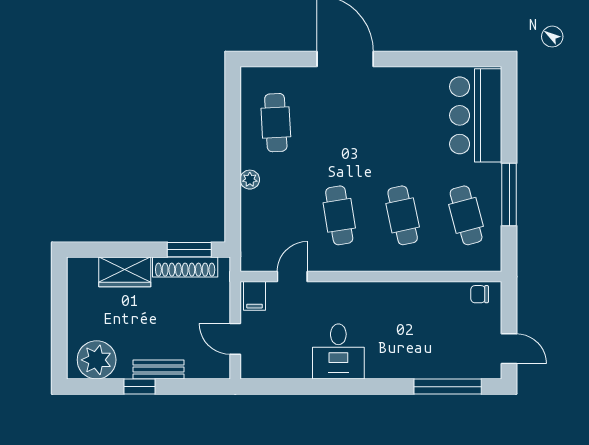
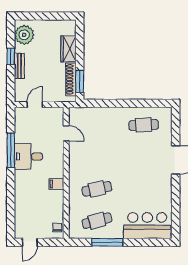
plant: (250, 180) -> (115, 112), removed
cafe table: (339, 215) -> (97, 157), removed
filing cabinet: (255, 296) -> (56, 184), moved
window: (448, 387) -> (11, 150), moved

